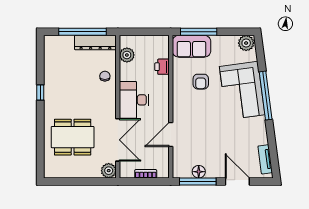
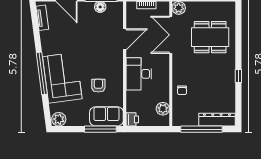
dresser: (95, 42) -> (217, 120), moved
printer: (162, 67) -> (132, 119), moved
desk: (134, 100) -> (139, 74), moved, turned 180

